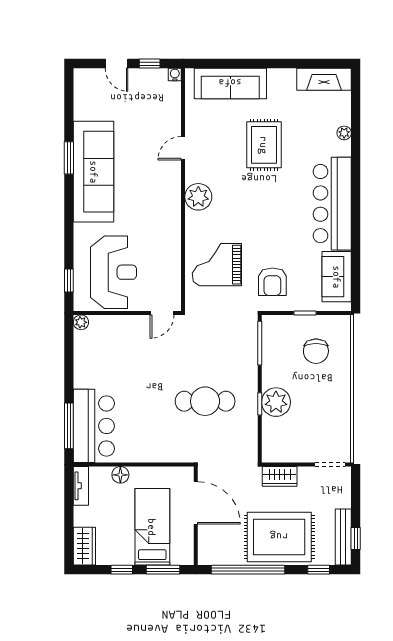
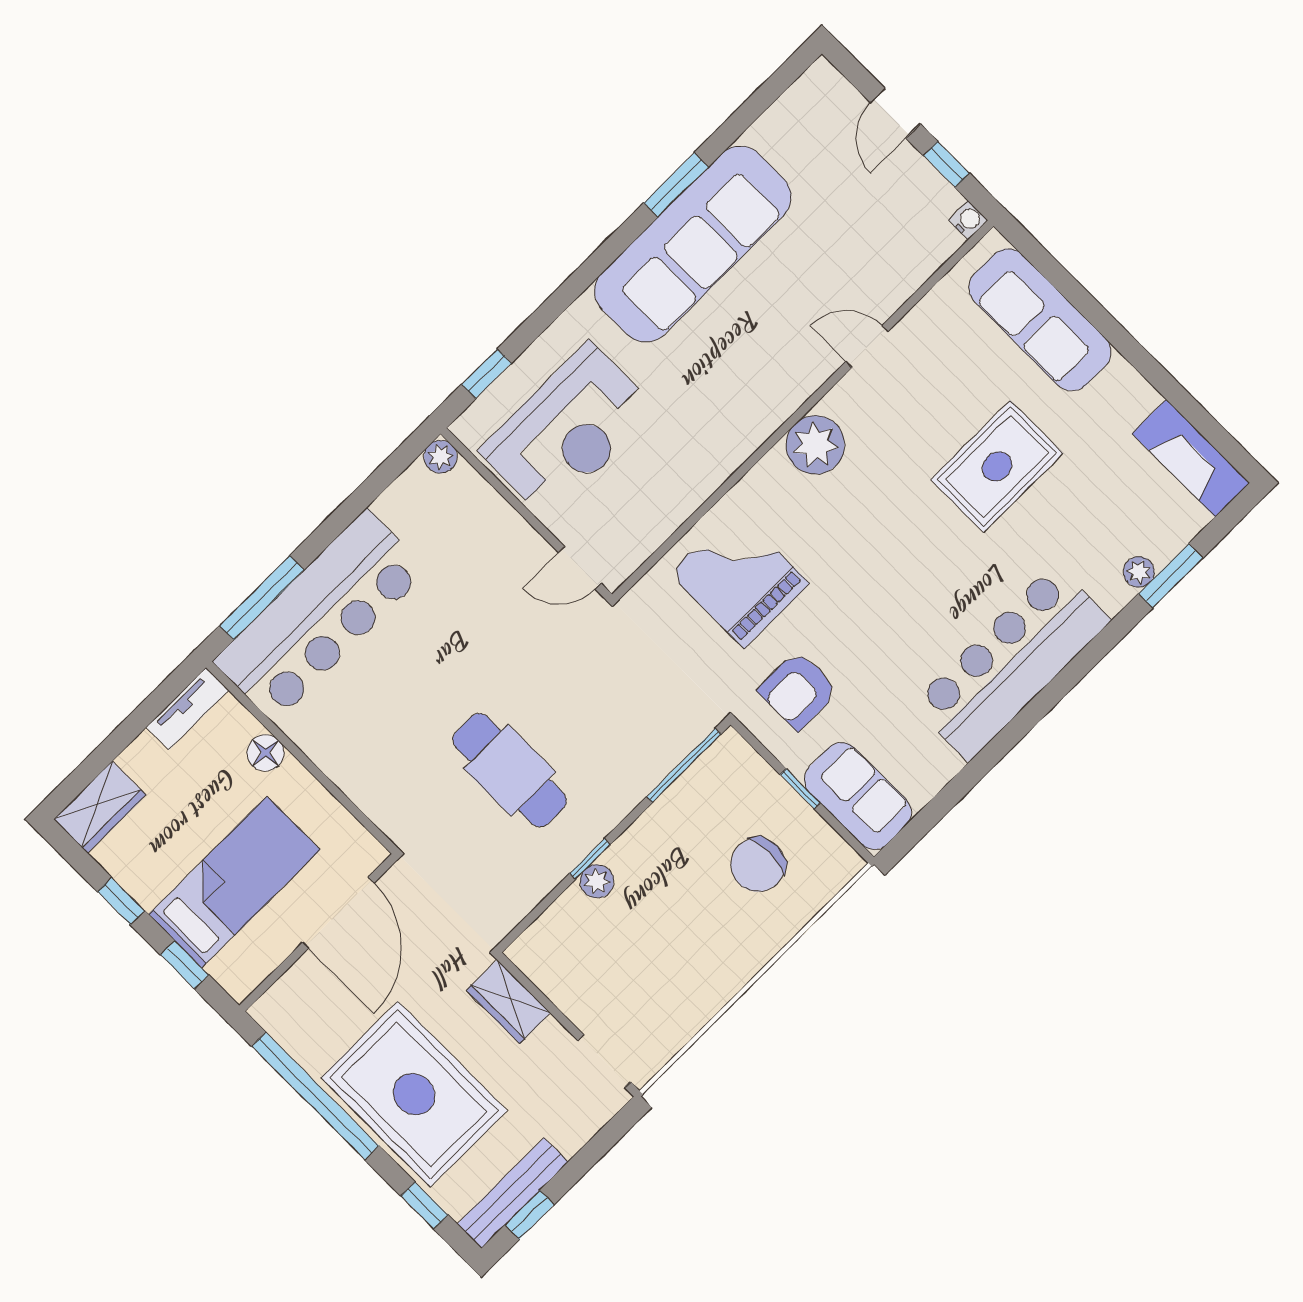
window: (356, 124) -> (1171, 576), added
sofa: (337, 277) -> (858, 796), moved, turned 90
plant: (276, 402) -> (597, 881), width x0.53, depth x0.53
bar counter: (94, 426) -> (321, 616), width x1.36
window: (163, 570) -> (185, 965), width x0.67

